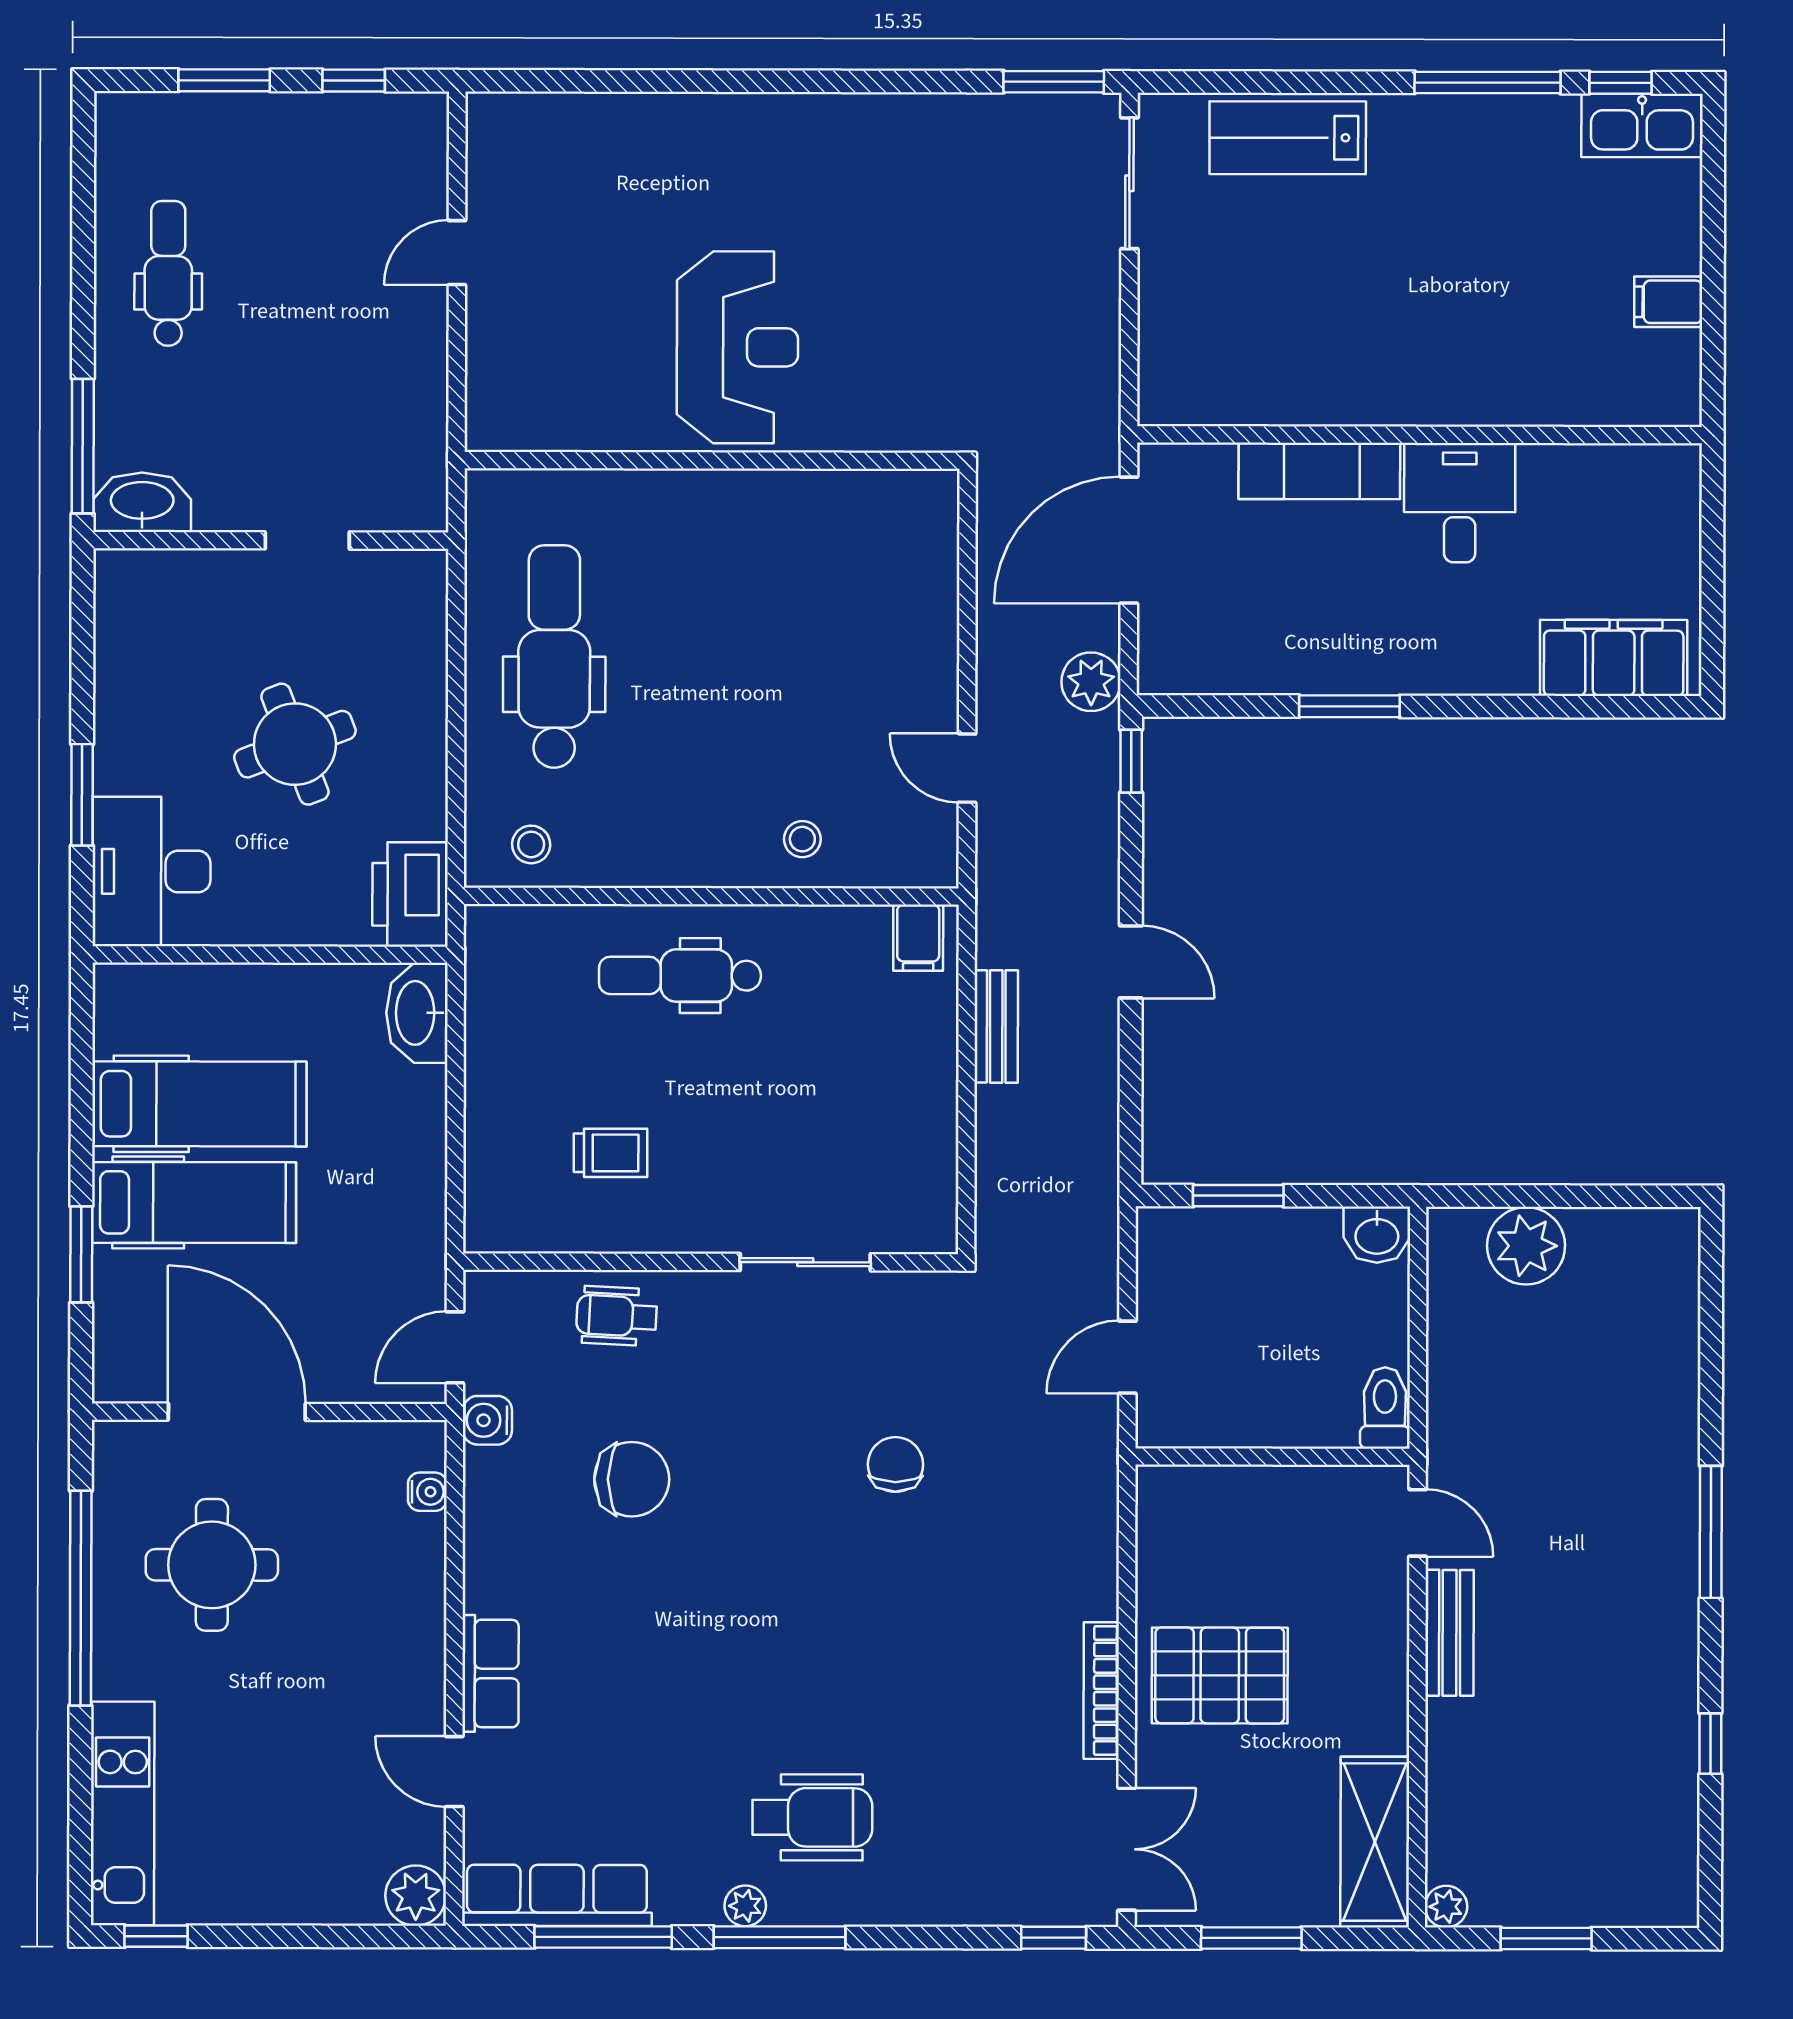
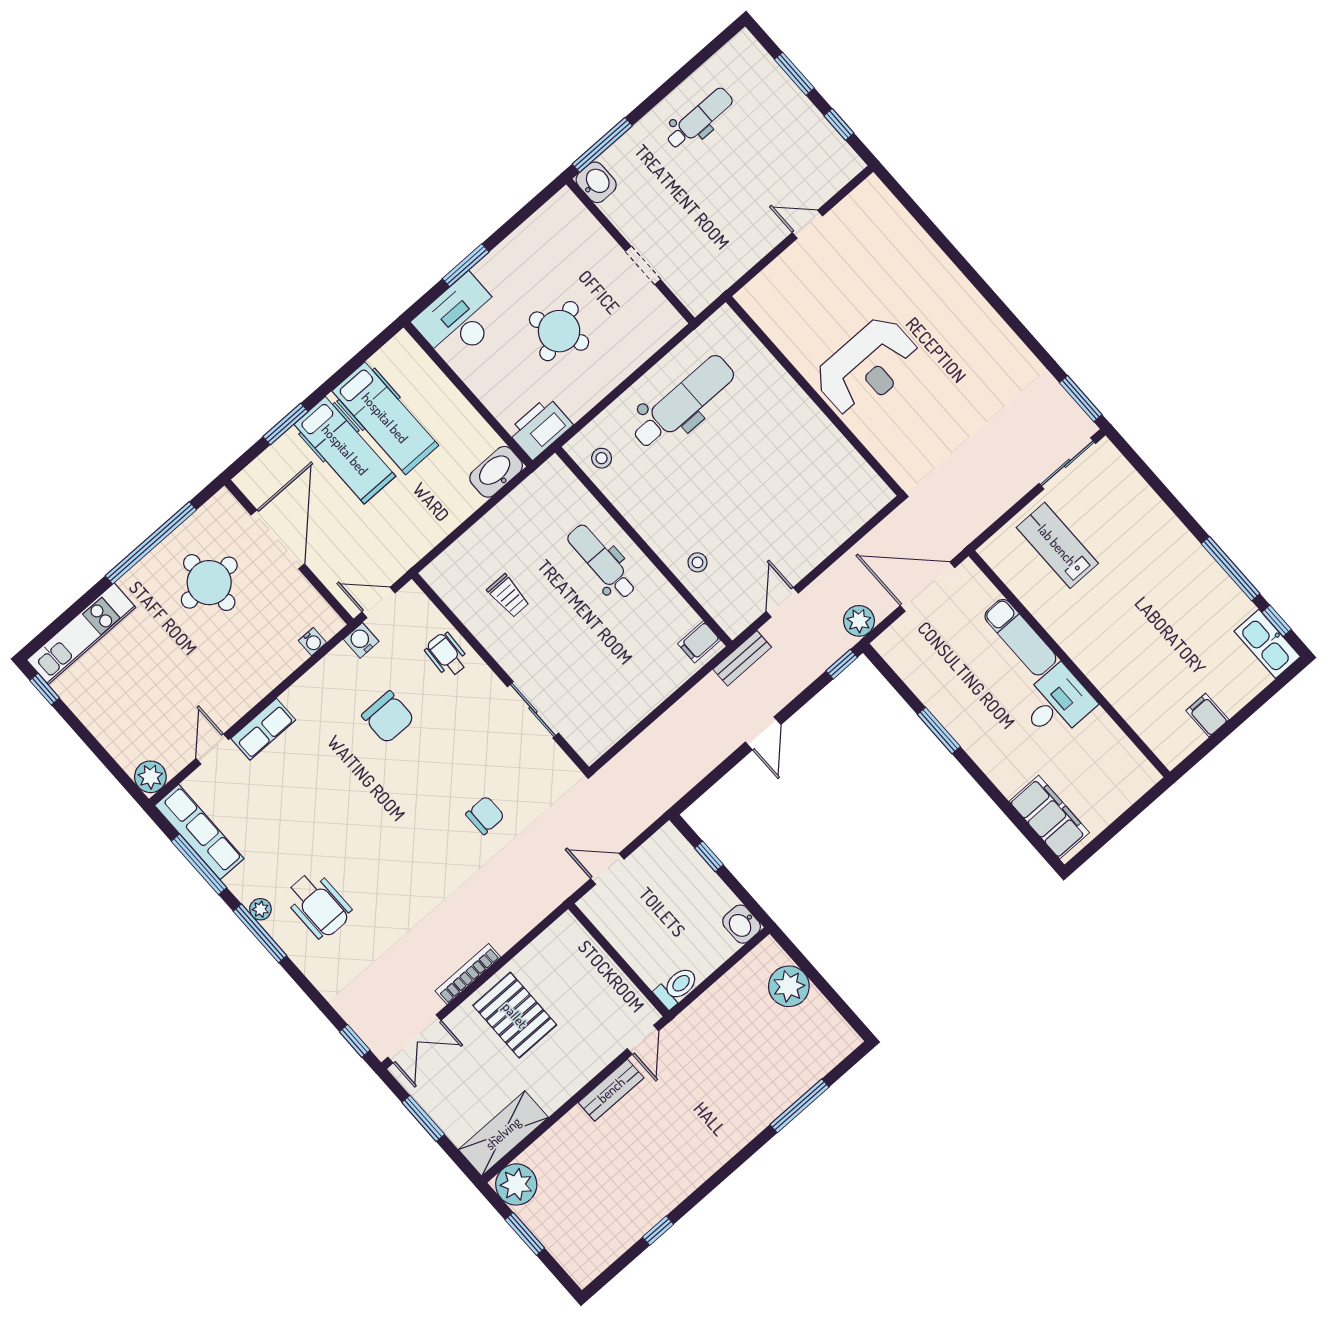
lab bench: (1288, 138) -> (1057, 545), moved
washbasin: (142, 502) -> (596, 182), width x0.72
bench: (996, 1026) -> (742, 658), moved
window: (1238, 1196) -> (709, 856), width x0.67
window: (1711, 1532) -> (800, 1106), moved
plant: (1446, 1907) -> (516, 1184), width x1.88, depth x1.88

